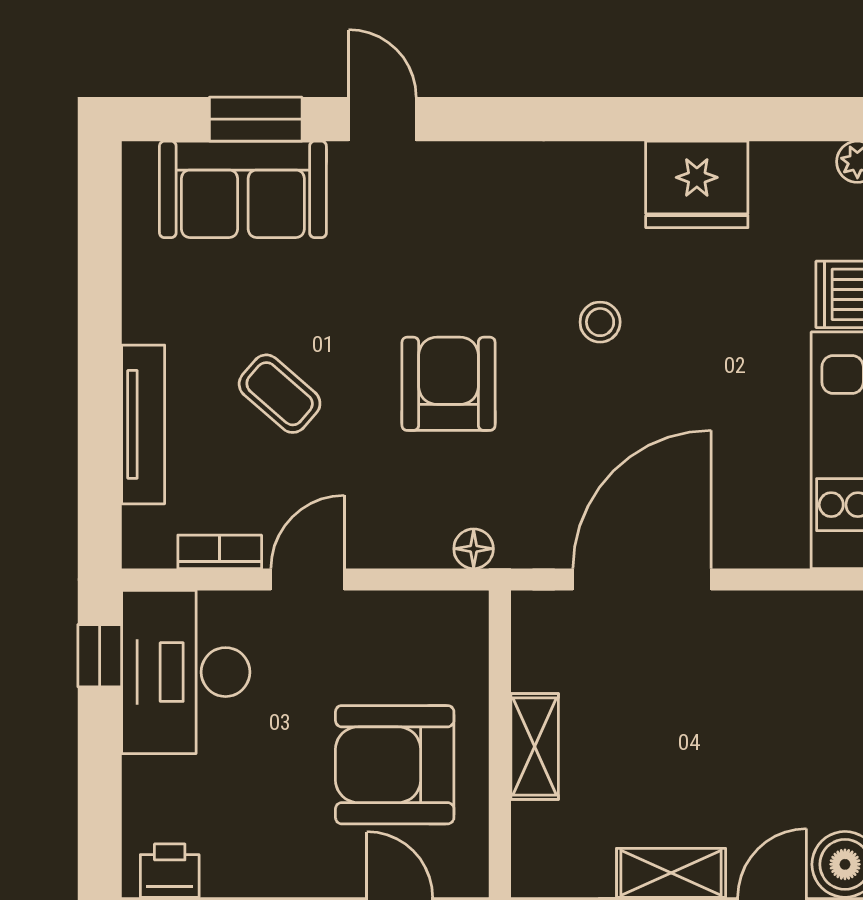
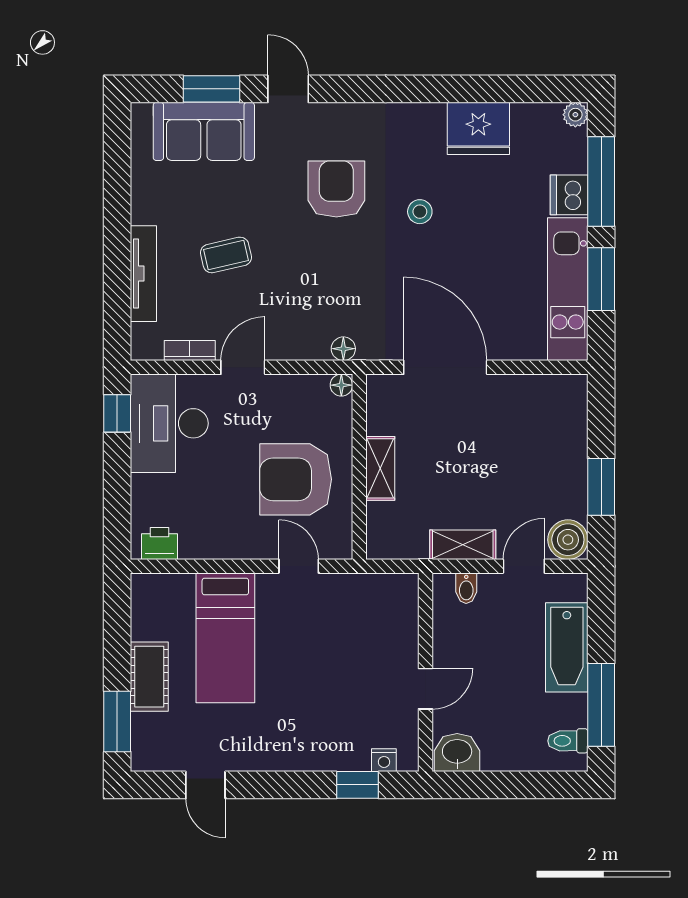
armchair: (449, 384) -> (336, 189), moved
coffee table: (280, 394) -> (226, 255), turned -54
door: (642, 579) -> (445, 367), hinge flipped
floor lamp: (470, 609) -> (341, 385), added

